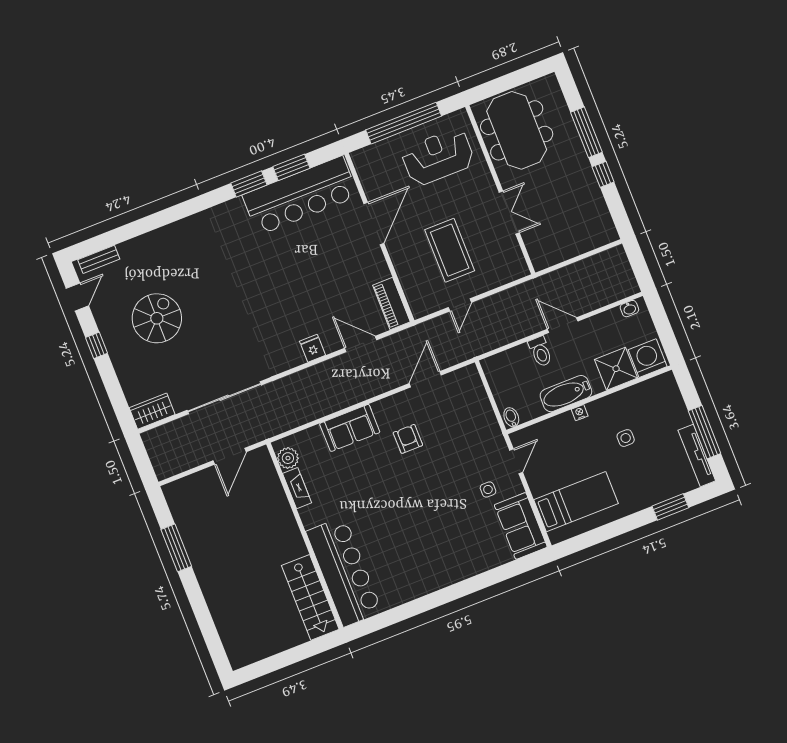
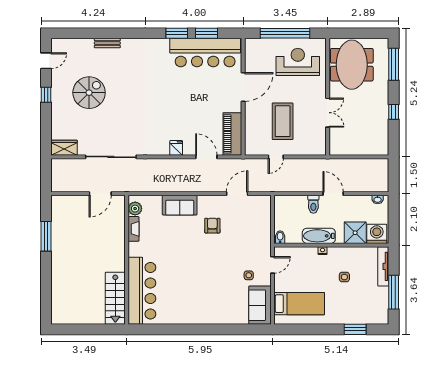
window: (586, 132) -> (394, 64), moved
bench: (99, 259) -> (107, 43), moved
piano: (391, 304) -> (232, 134), width x1.37, depth x1.33
tv unit: (697, 456) -> (383, 266), moved

